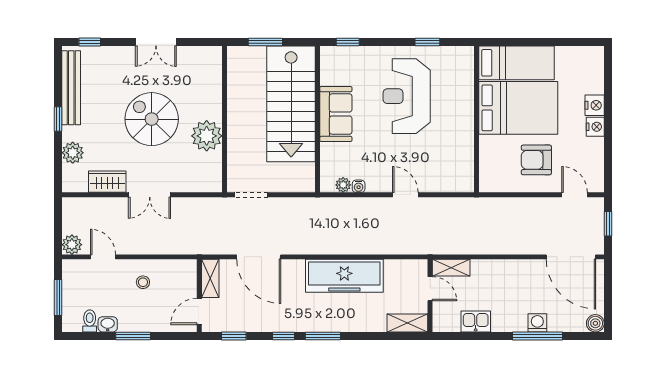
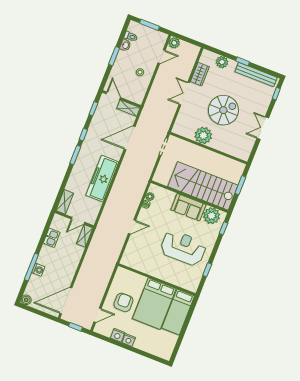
plant: (335, 70) -> (212, 216), added
nightstand: (595, 105) -> (118, 335), moved

